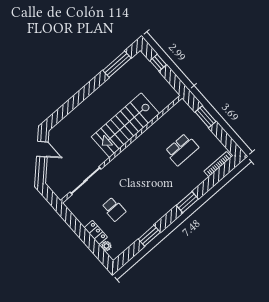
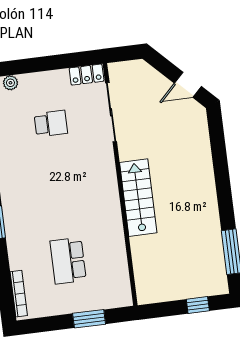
stairs: (125, 125) -> (138, 198), width x0.73, depth x0.66
school desk: (114, 209) -> (51, 124), turned 180
locker: (96, 232) -> (87, 75), moved

